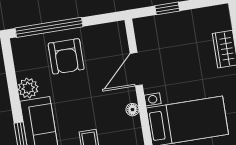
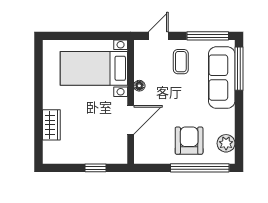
plant: (28, 88) -> (226, 143), moved

